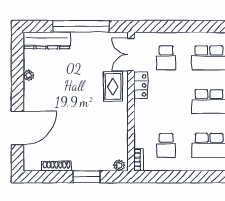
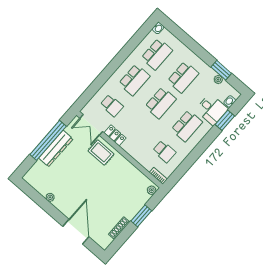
dresser: (47, 41) -> (56, 149), moved

